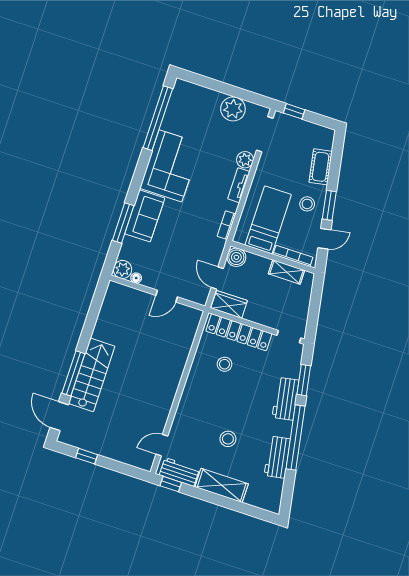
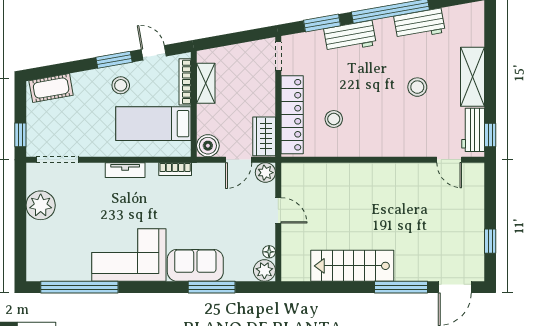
plant: (245, 160) -> (265, 173), moved
cot: (321, 167) -> (51, 88), moved
stairs: (92, 375) -> (352, 266), moved

